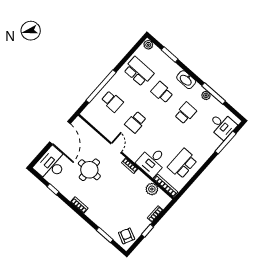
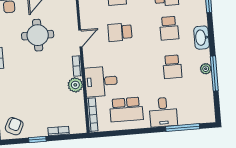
school desk: (162, 92) -> (169, 28), turned 180
school desk: (185, 113) -> (172, 67), turned 90
desk: (222, 125) -> (163, 112), moved
school desk: (183, 164) -> (126, 109), turned 180
plant: (152, 189) -> (75, 85), moved

